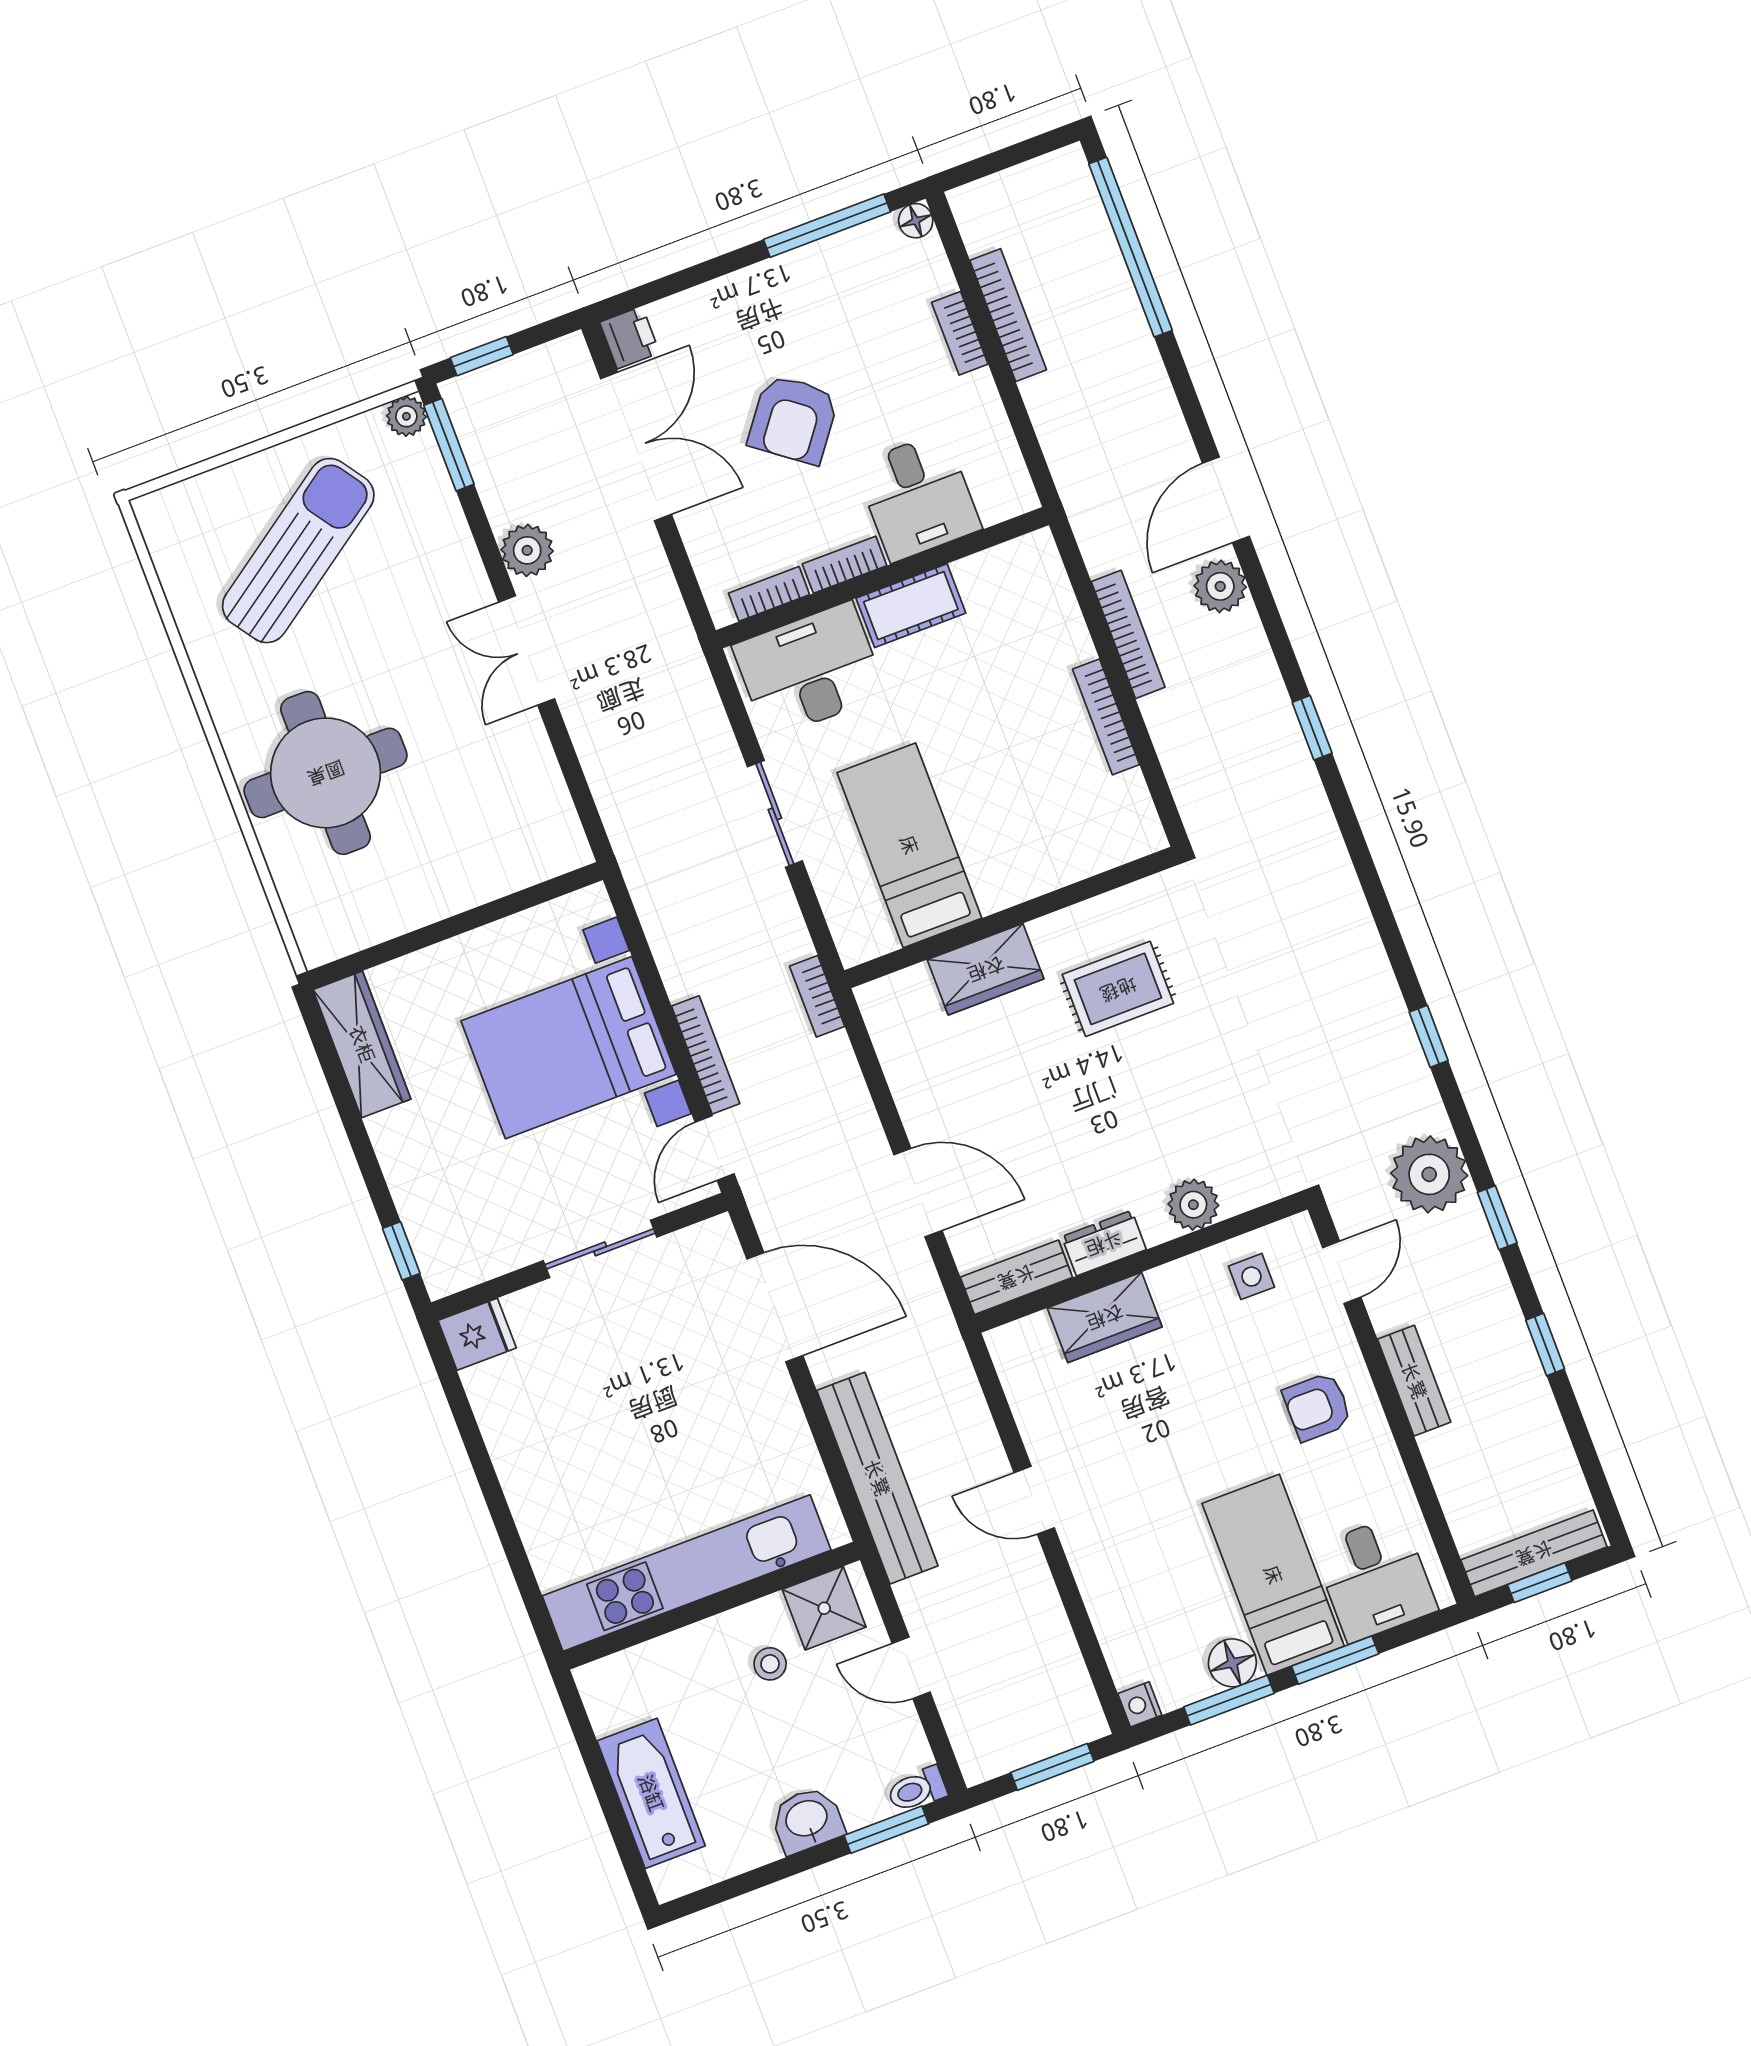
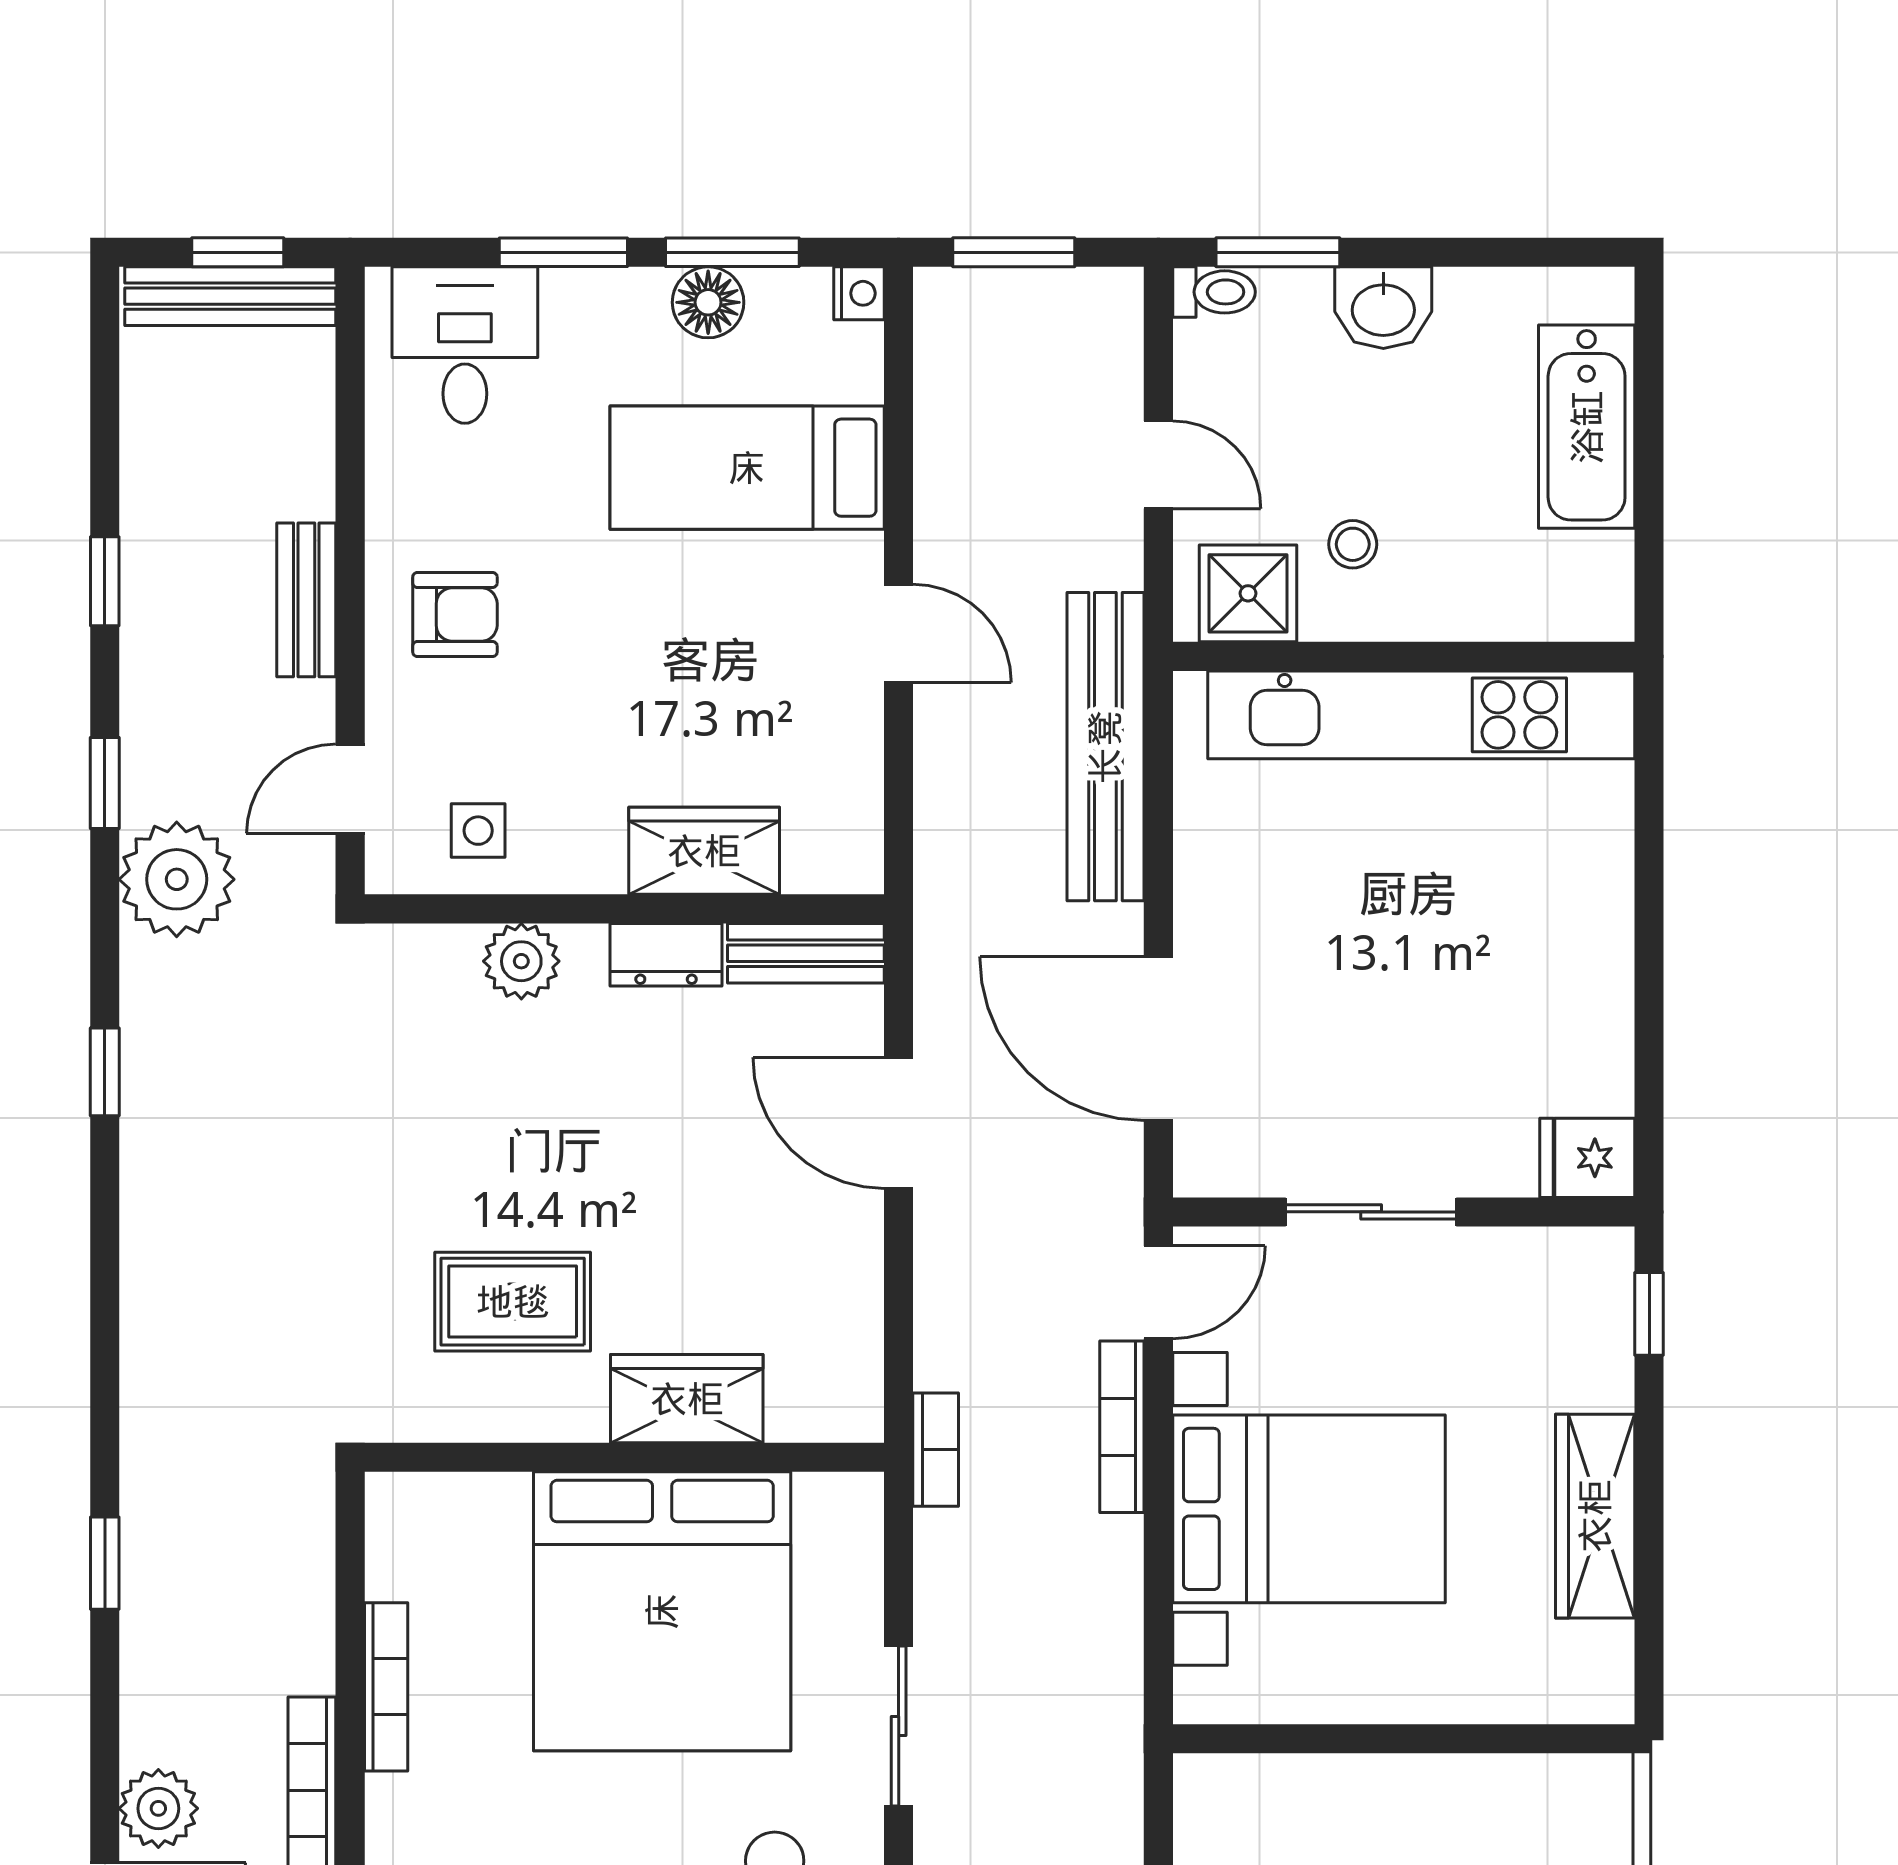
bed: (909, 845) -> (662, 1611), width x2.04
wardrobe: (362, 1044) -> (1595, 1516), moved
bed: (1273, 1575) -> (747, 468), moved, turned 90

